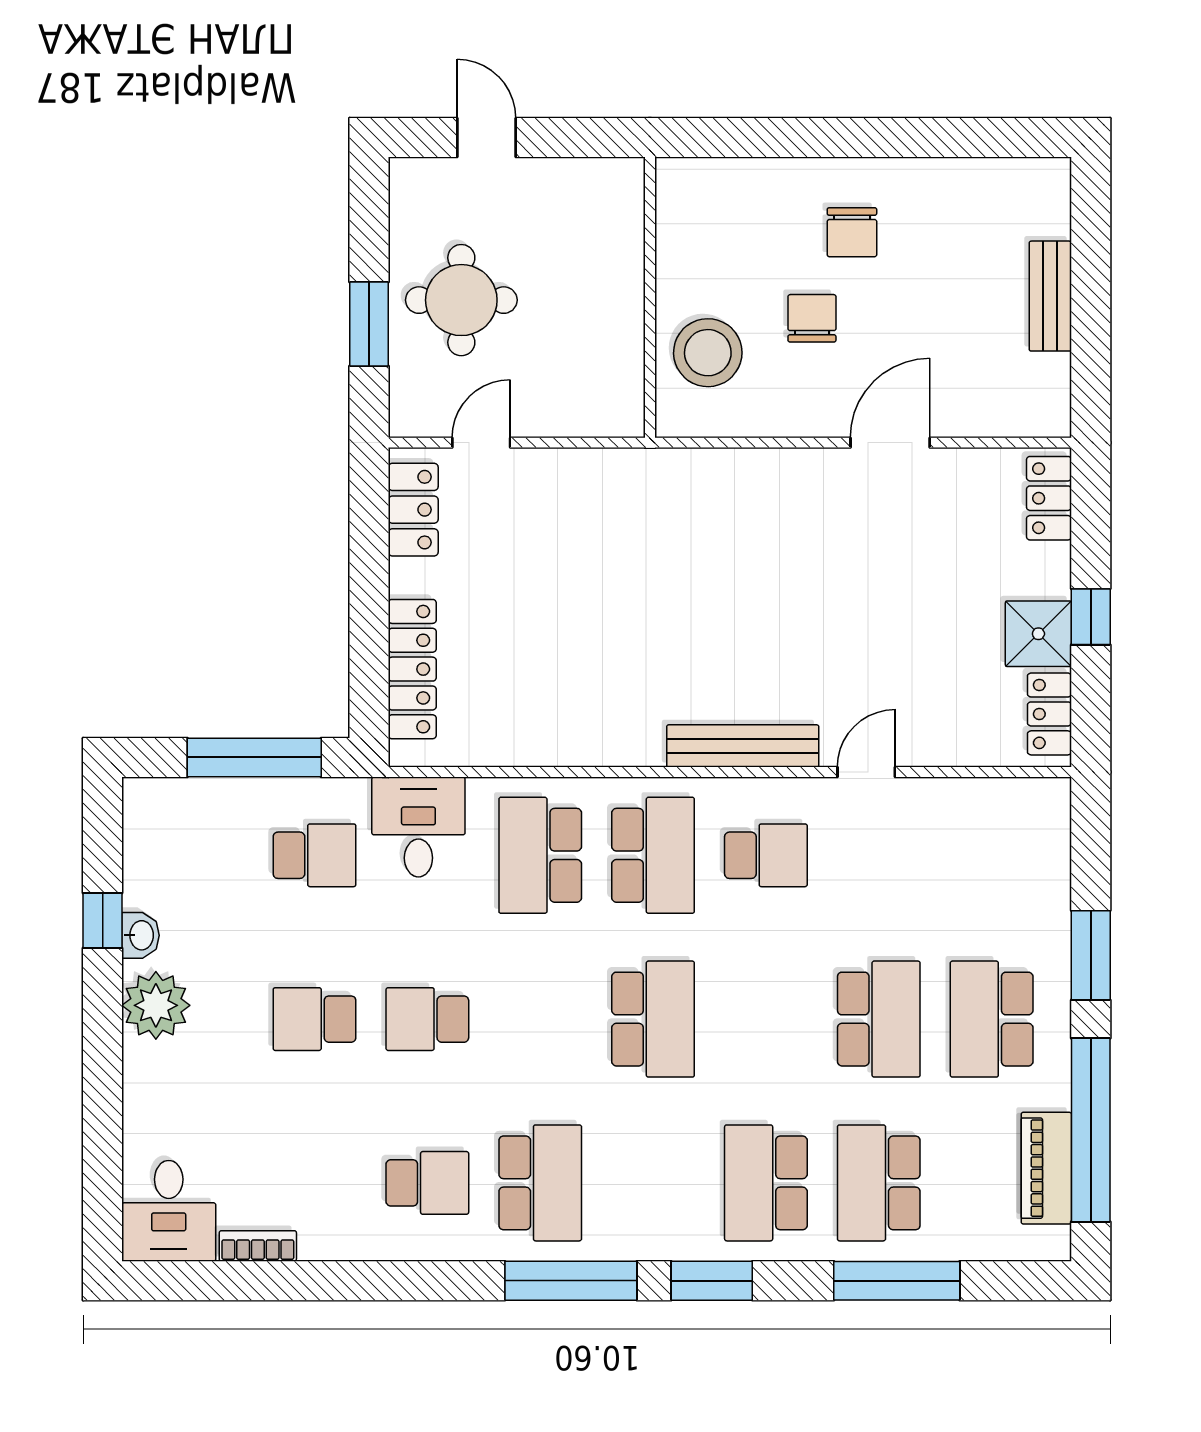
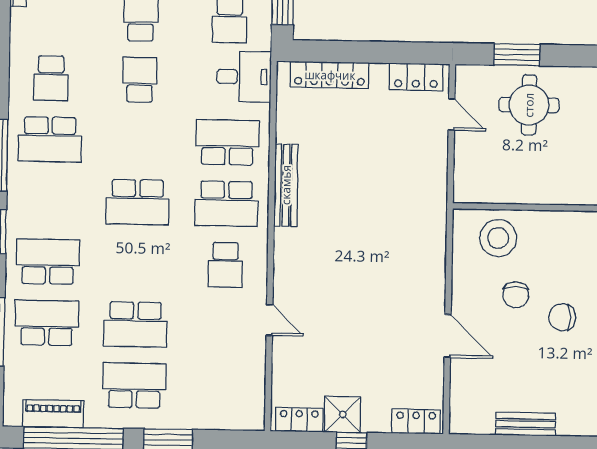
chair: (812, 318) -> (516, 295), turned 90
bench: (743, 746) -> (286, 185), moved

